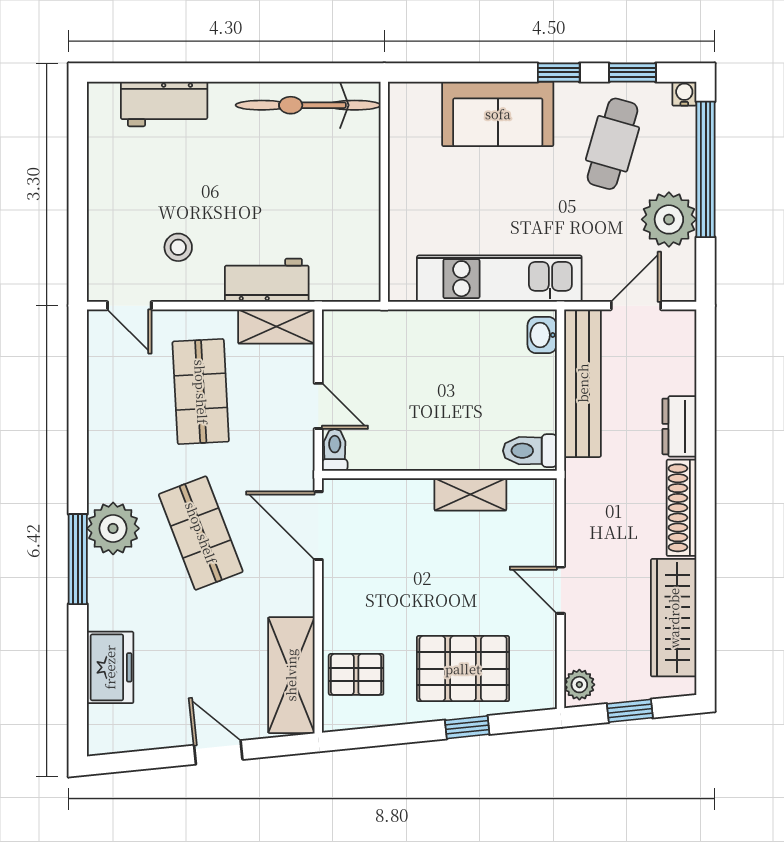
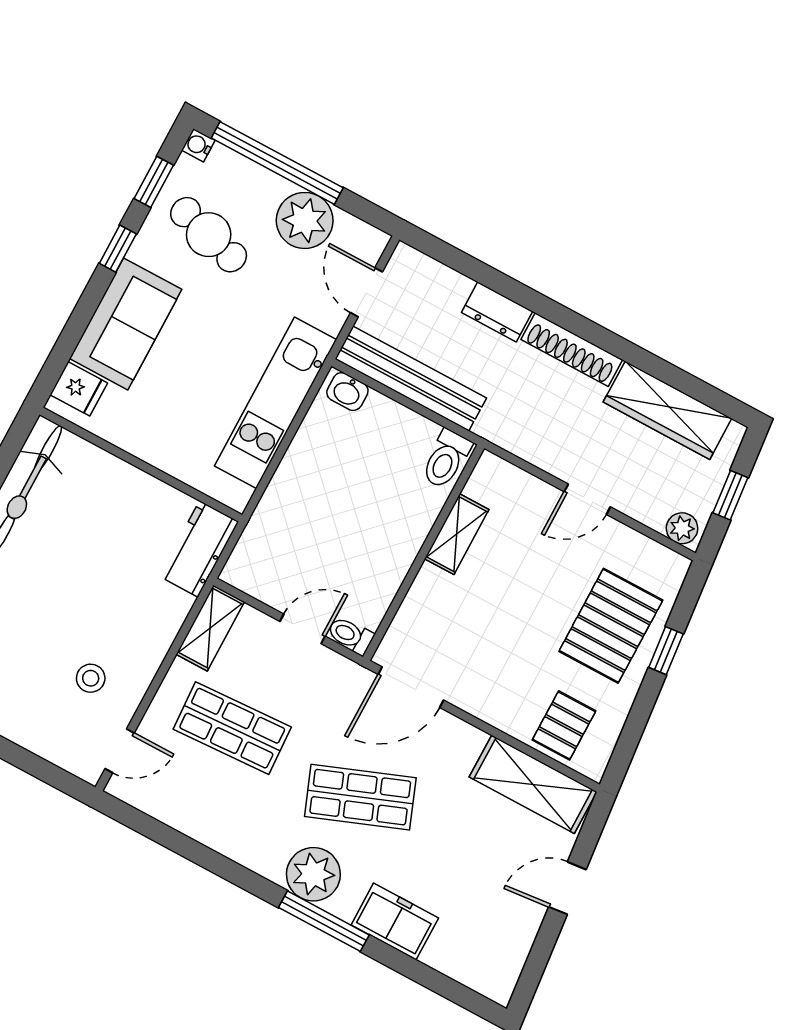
fridge: (421, 104) -> (79, 389), added
workbench: (267, 280) -> (199, 549), moved
freezer: (110, 667) -> (395, 921), moved

